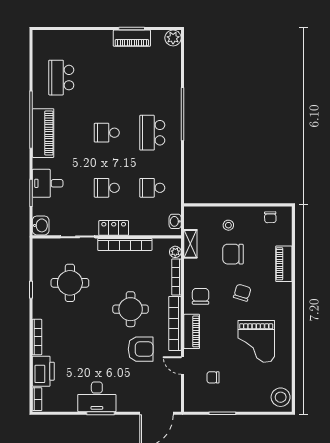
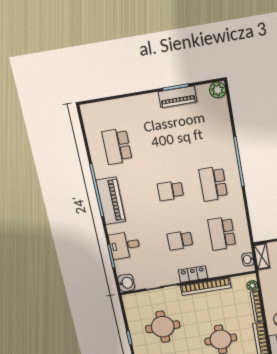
school desk: (152, 188) -> (222, 233), width x1.85
shelving: (190, 244) -> (262, 256), moved

